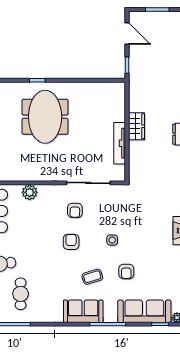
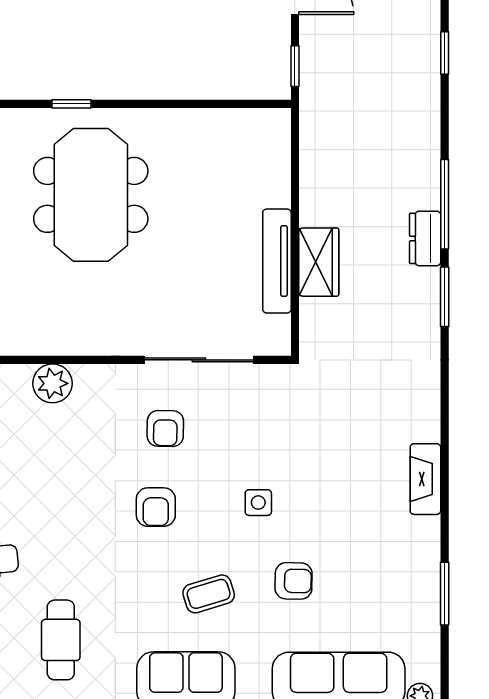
wardrobe: (136, 126) -> (319, 262), moved
armchair: (71, 242) -> (156, 507), turned 180
armchair: (126, 271) -> (294, 581), turned -89
cafe table: (21, 294) -> (61, 640), moved

